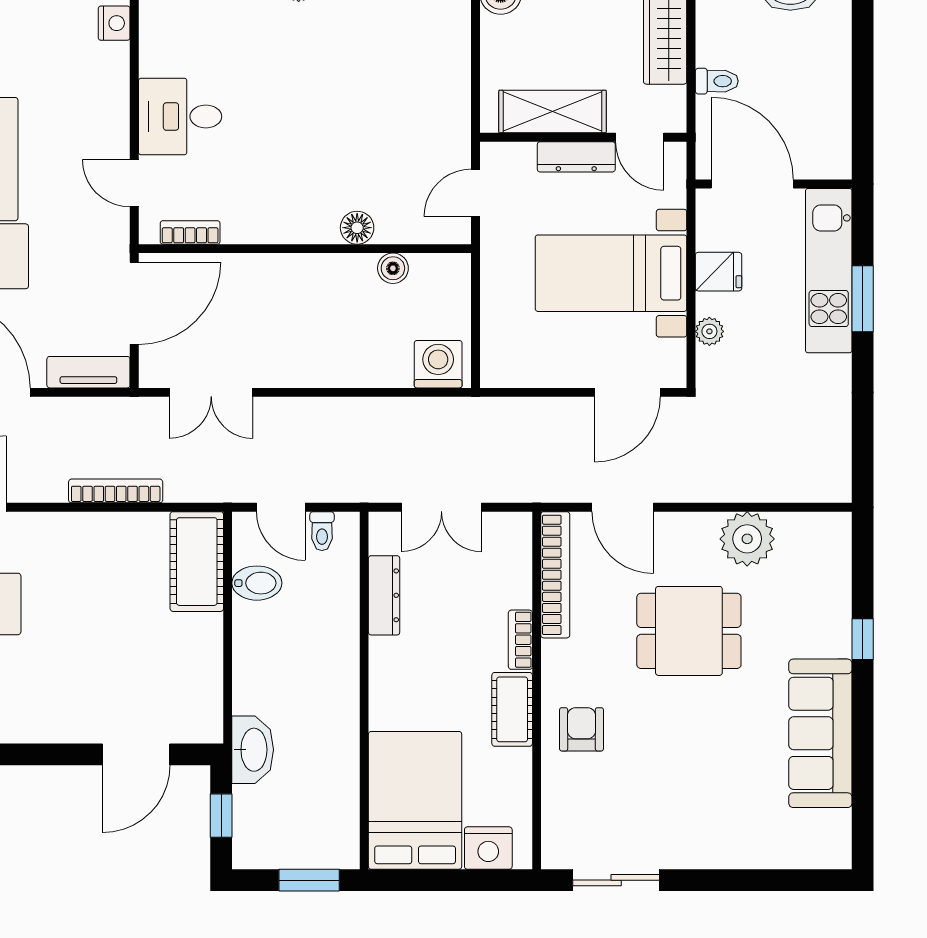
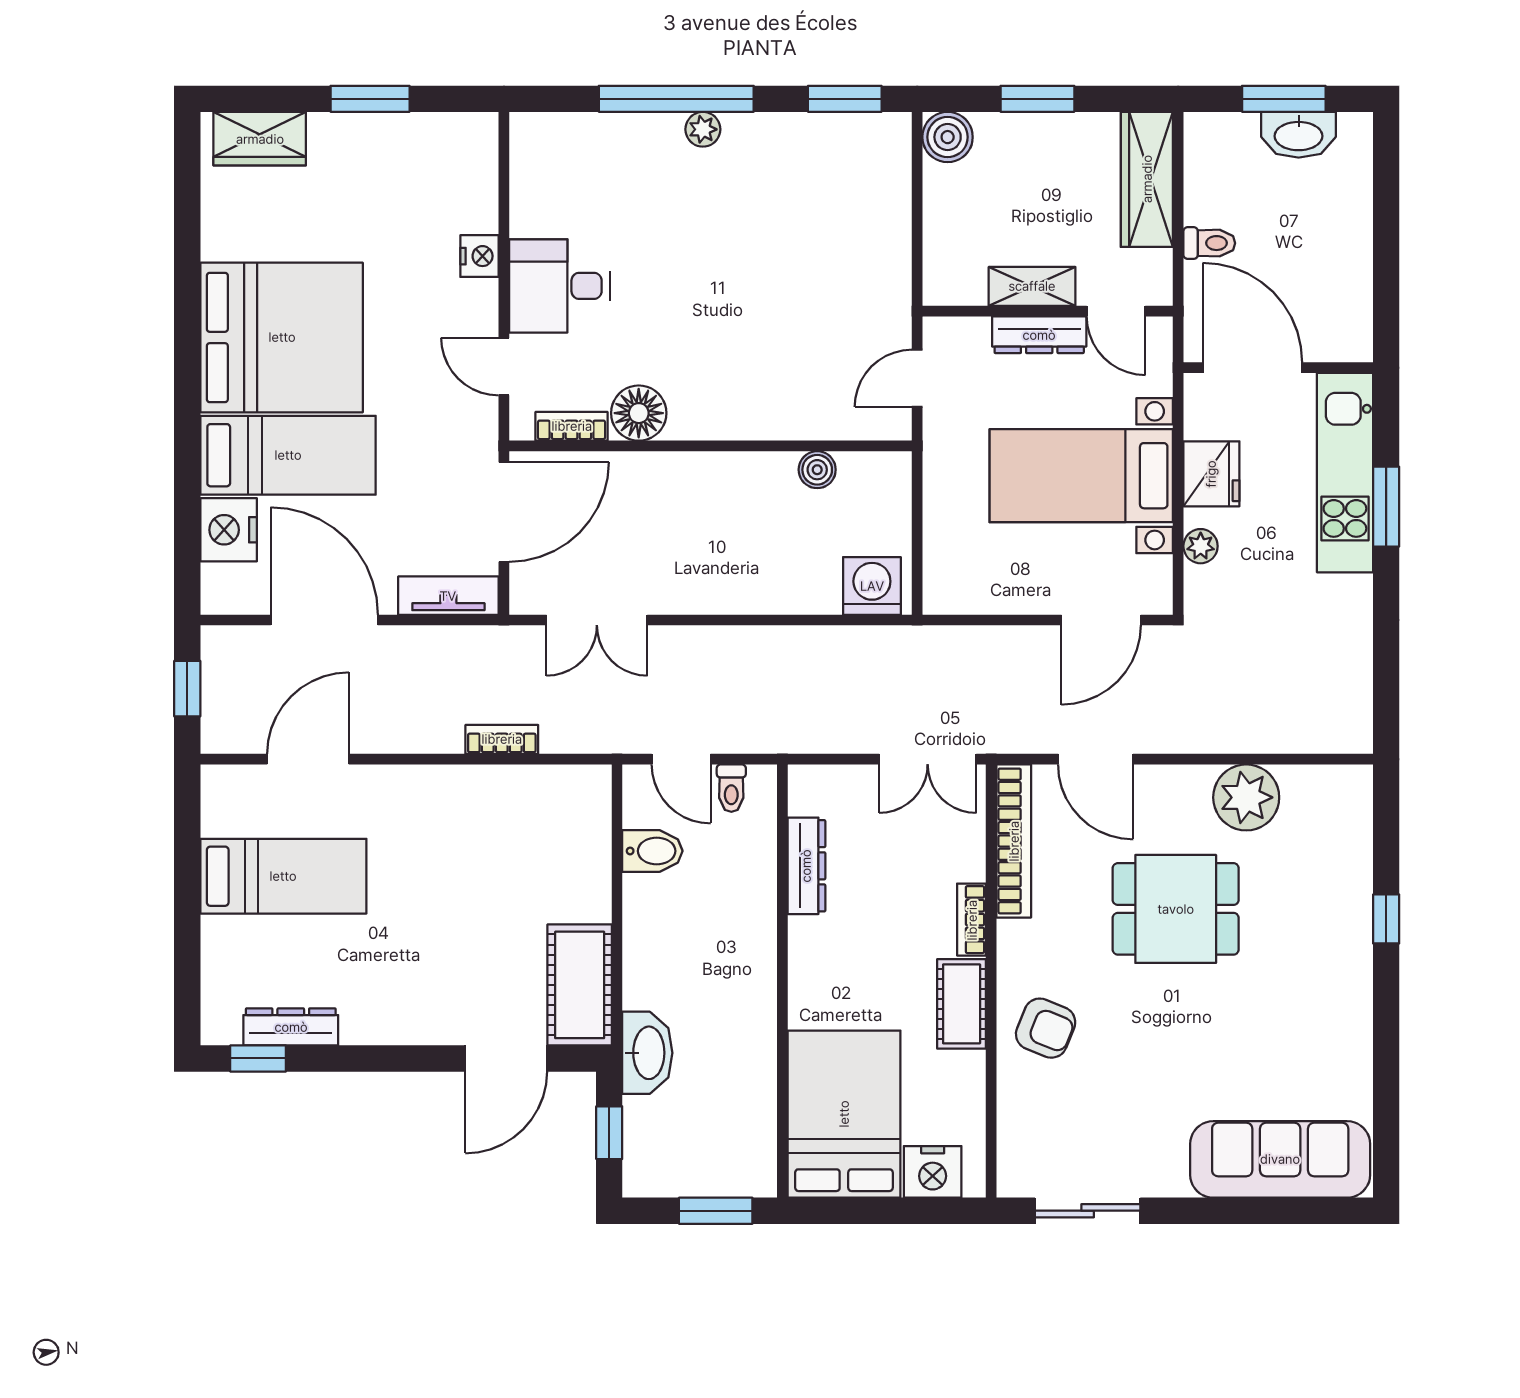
nightstand: (114, 23) -> (479, 256), moved
shelving: (552, 112) -> (1032, 286), width x0.67, depth x0.75
floor lamp: (357, 228) -> (639, 413), moved, width x1.38, depth x1.38
fridge: (718, 272) -> (1211, 474), width x1.38
bookcase: (116, 491) -> (502, 739), width x0.64
double door: (441, 507) -> (928, 759), moved
cot: (197, 562) -> (580, 985), moved
armchair: (581, 729) -> (1046, 1028), turned 112
sofa: (820, 733) -> (1280, 1159), moved, turned 90

